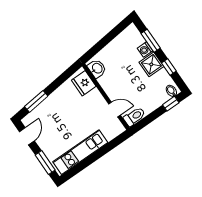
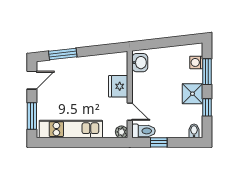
washing machine: (145, 50) -> (196, 62), moved
fridge: (84, 83) -> (118, 86), moved
window: (171, 104) -> (159, 142), moved
plant: (119, 128) -> (122, 132), added

